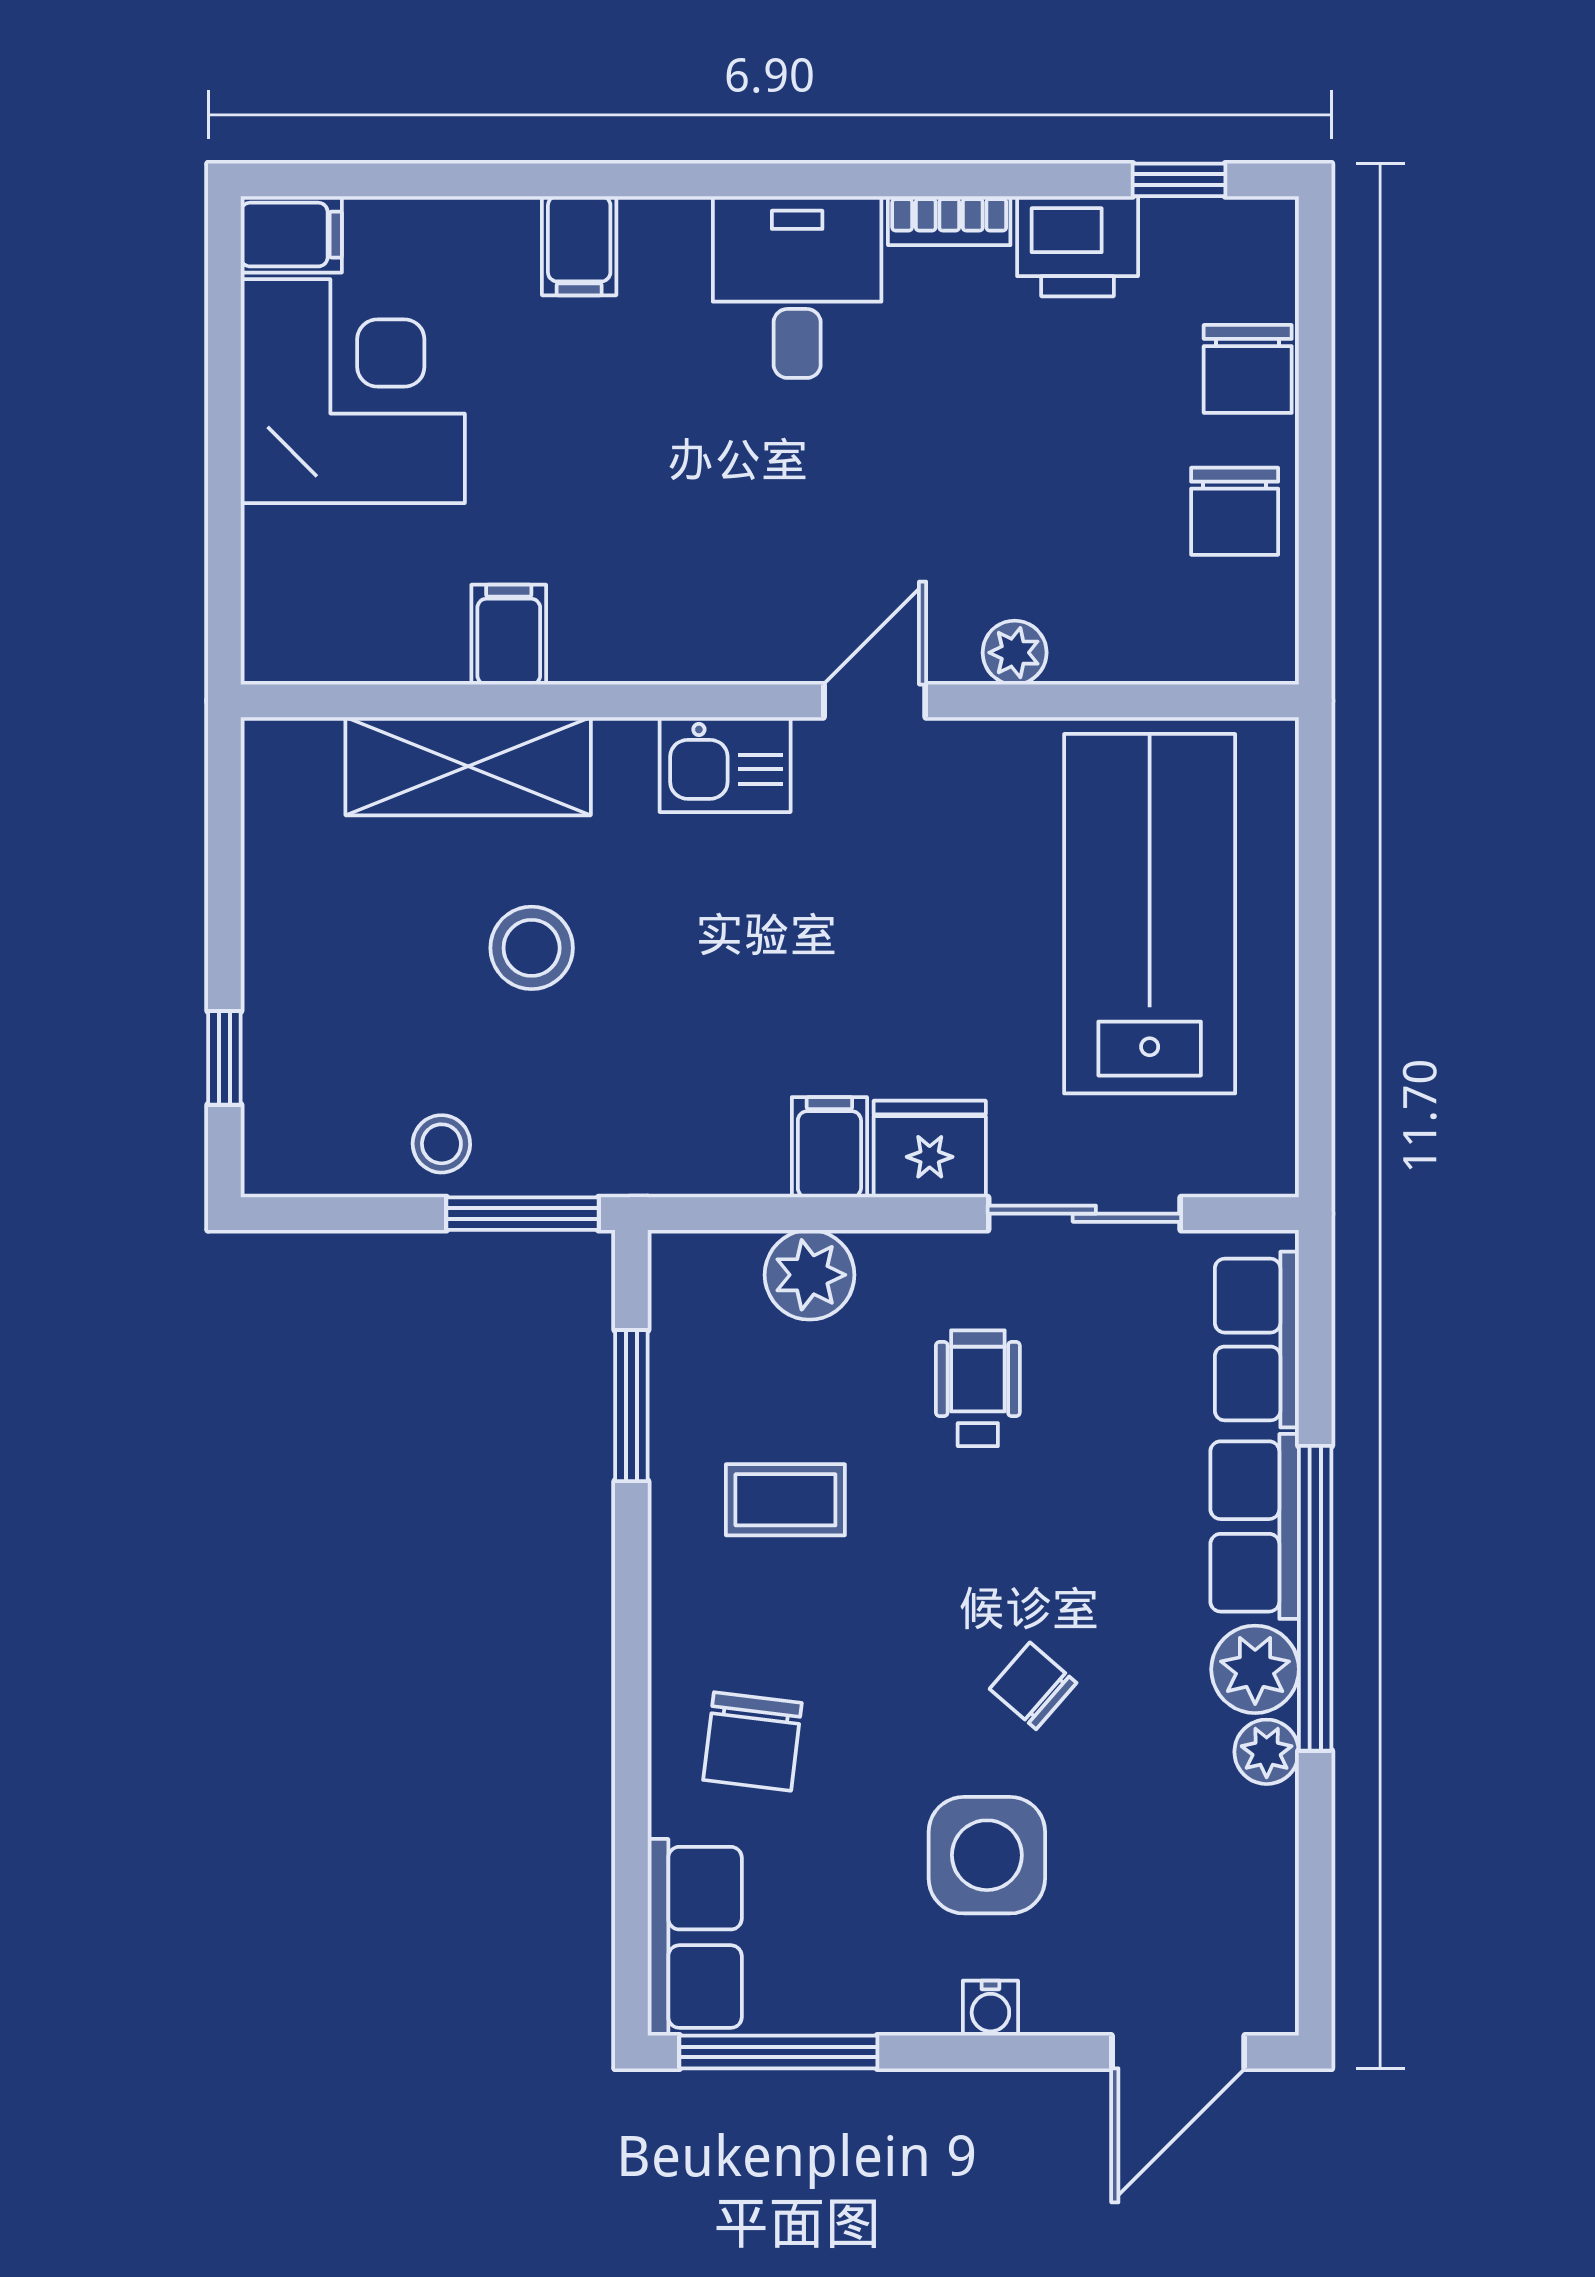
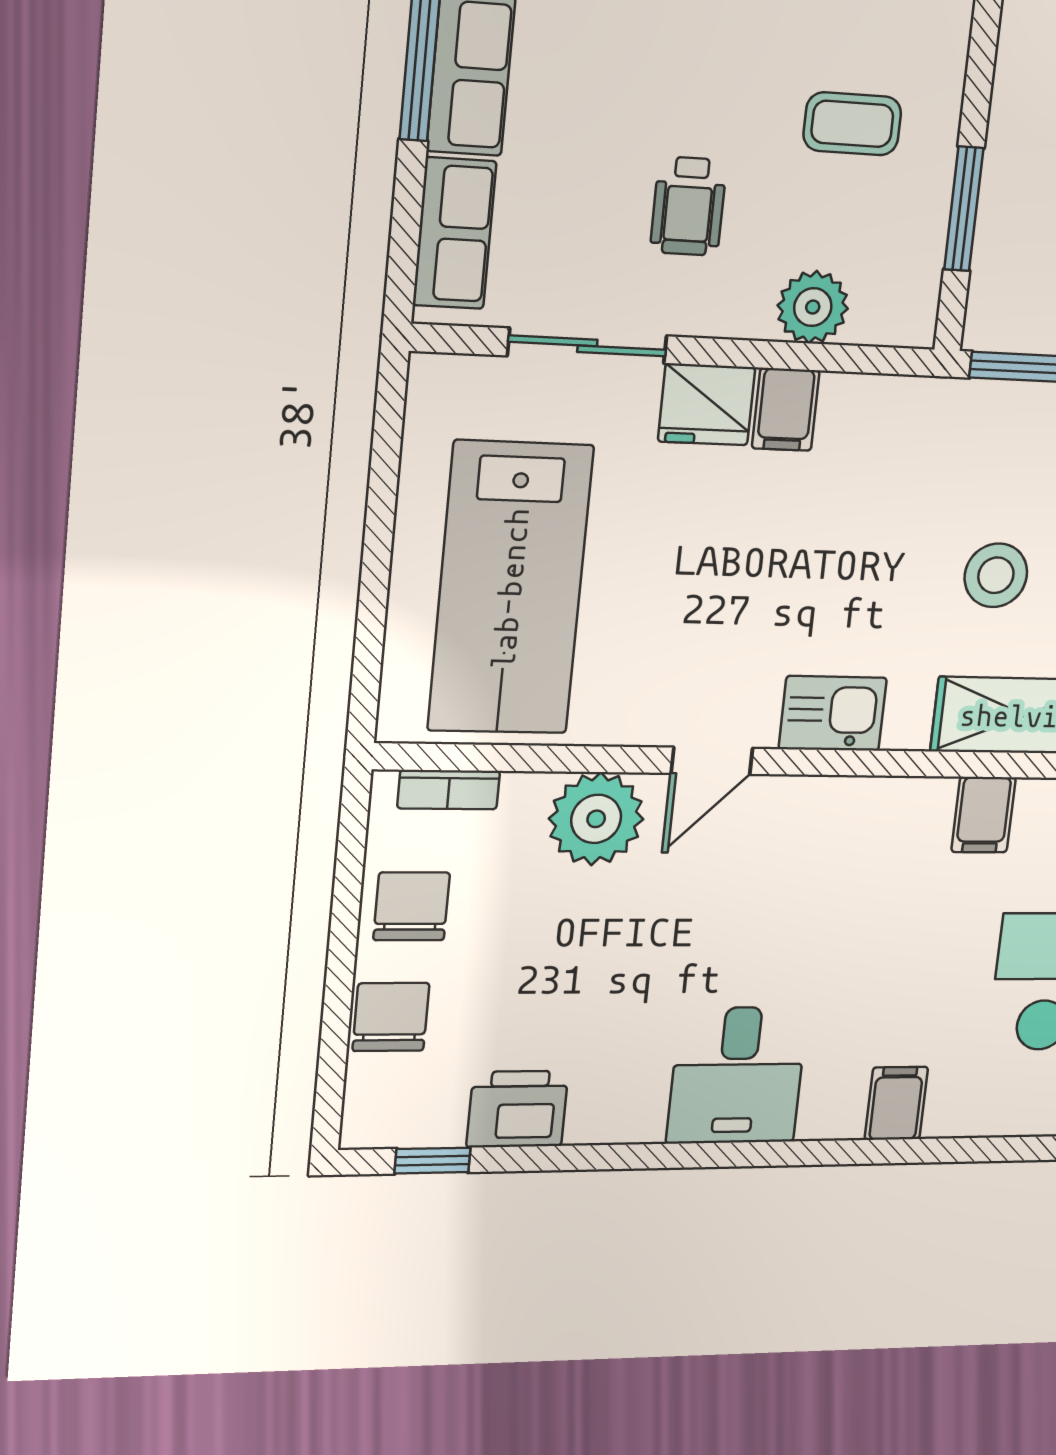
bookcase: (949, 221) -> (449, 790), moved, turned 180
plant: (1015, 653) -> (596, 819), width x1.88, depth x1.88

